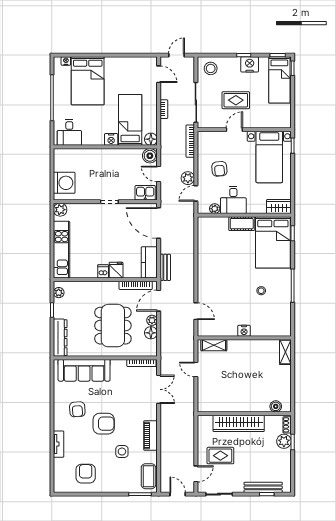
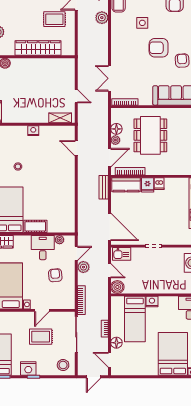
floor lamp: (151, 139) -> (116, 343), moved
kitchen counter: (149, 262) -> (126, 185), moved, turned 90
piano: (150, 436) -> (117, 37), removed
plant: (167, 457) -> (102, 18), added

